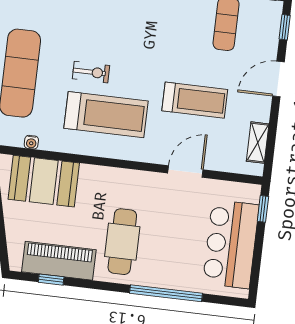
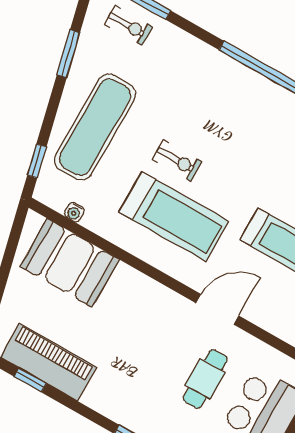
door: (185, 171) -> (217, 309), moved
cafe table: (122, 242) -> (205, 379), moved, width x0.73, depth x0.74

